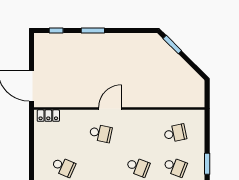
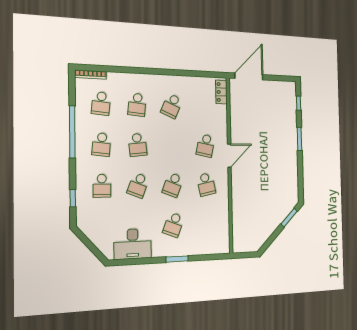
door: (110, 109) -> (229, 156), hinge flipped
school desk: (175, 133) -> (206, 184), moved

